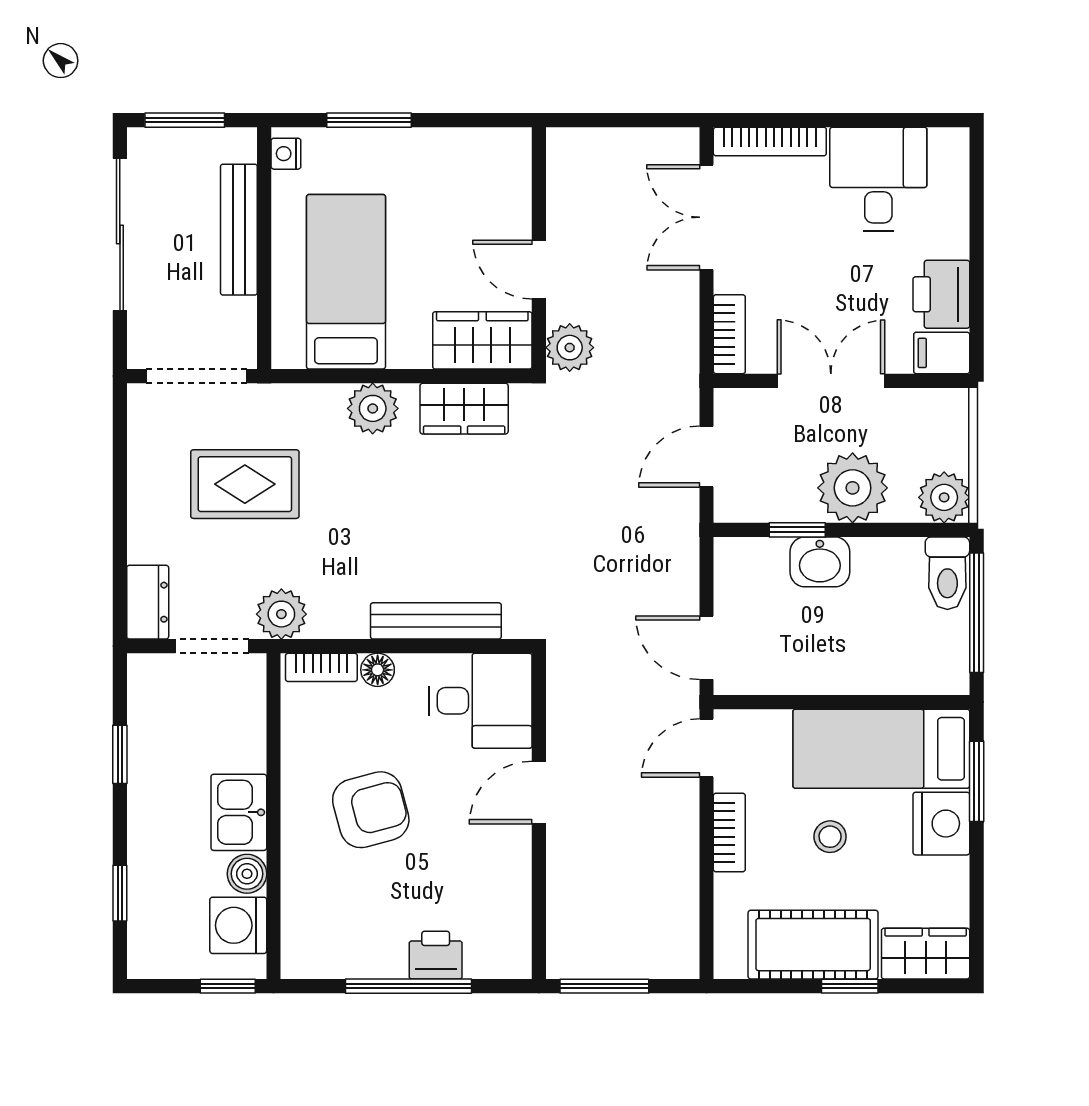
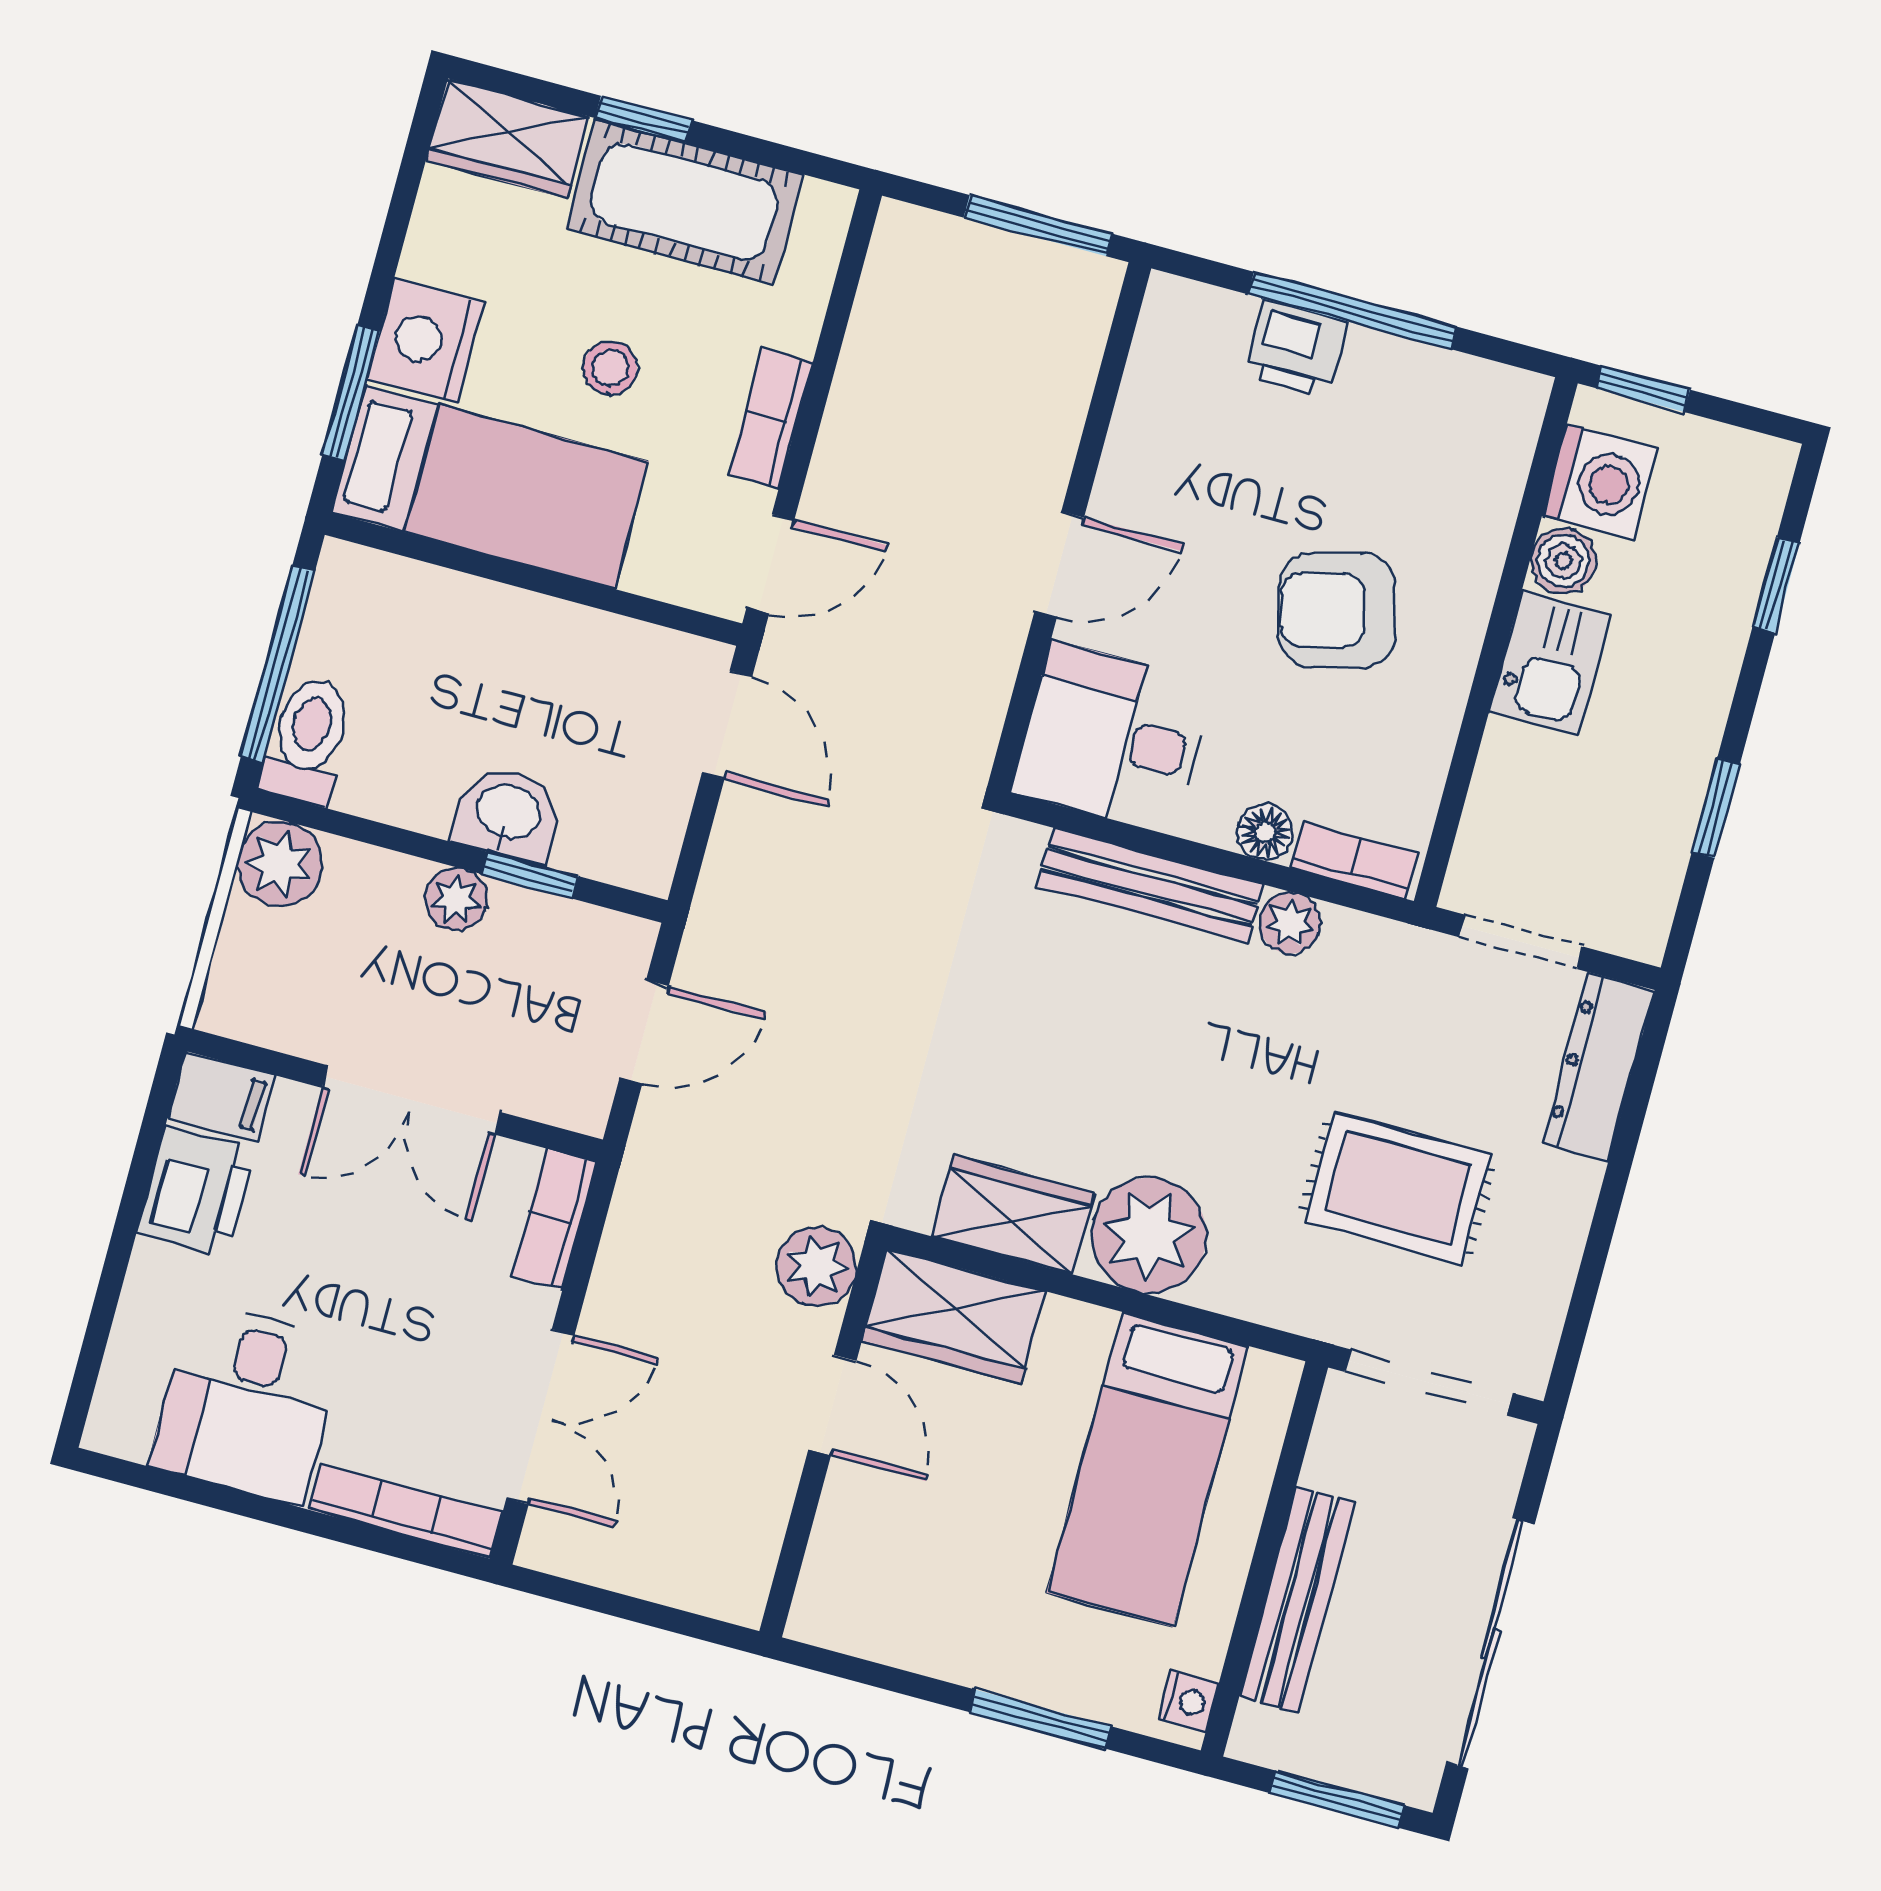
plant: (373, 408) -> (1149, 1235), width x1.36, depth x1.36
plant: (853, 488) -> (456, 899), width x0.53, depth x0.53
dresser: (148, 602) -> (1598, 1067), width x1.44
plant: (281, 614) -> (1290, 923), moved, width x0.73, depth x0.73

